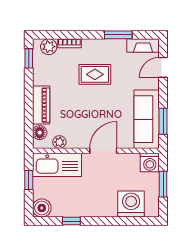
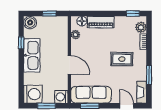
rug: (95, 74) -> (122, 59), turned 90
kitchen sink: (57, 165) -> (32, 55), moved, turned 180
washing machine: (131, 204) -> (33, 94), moved

